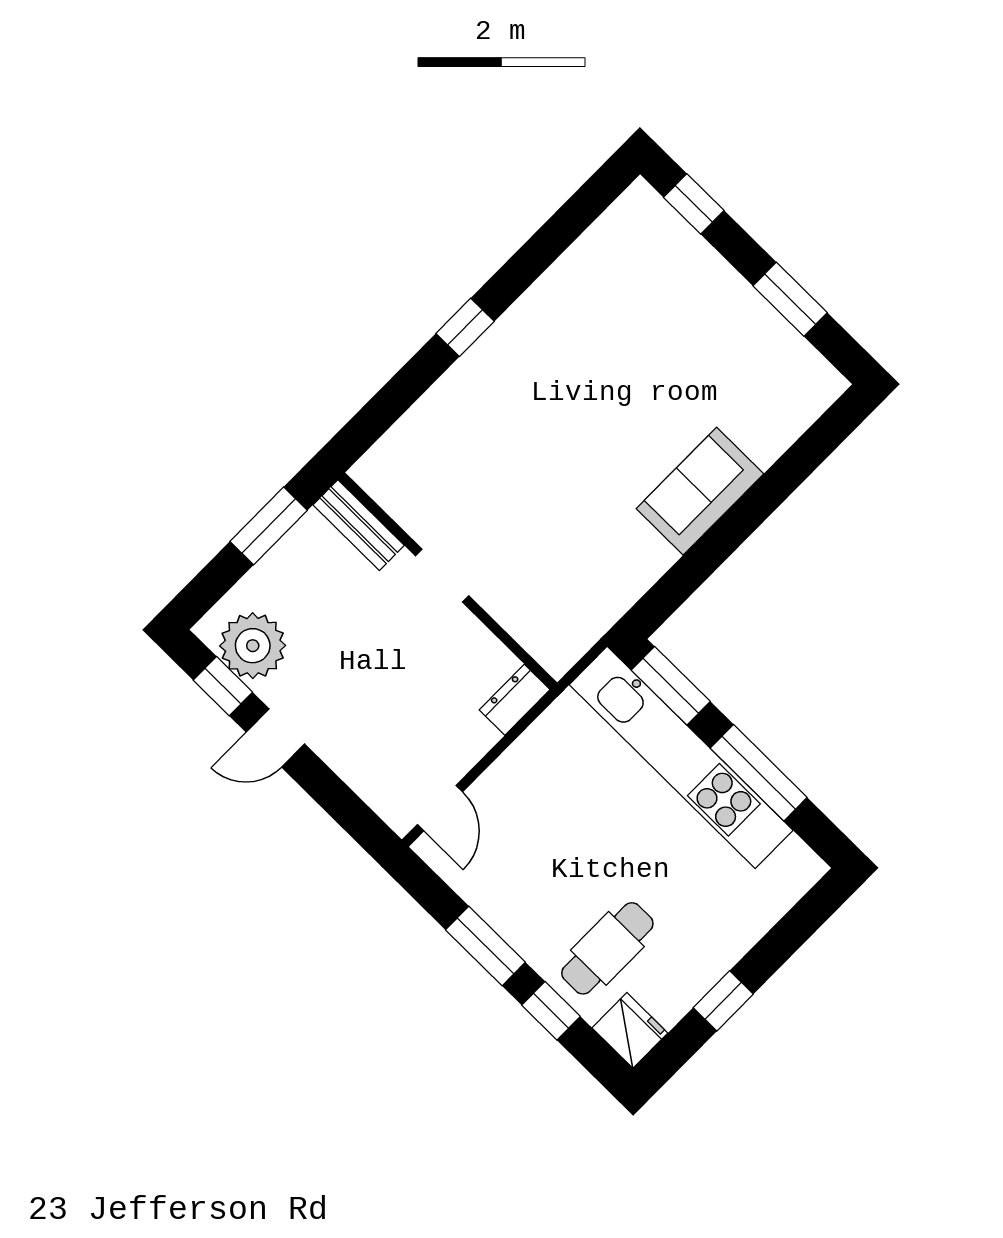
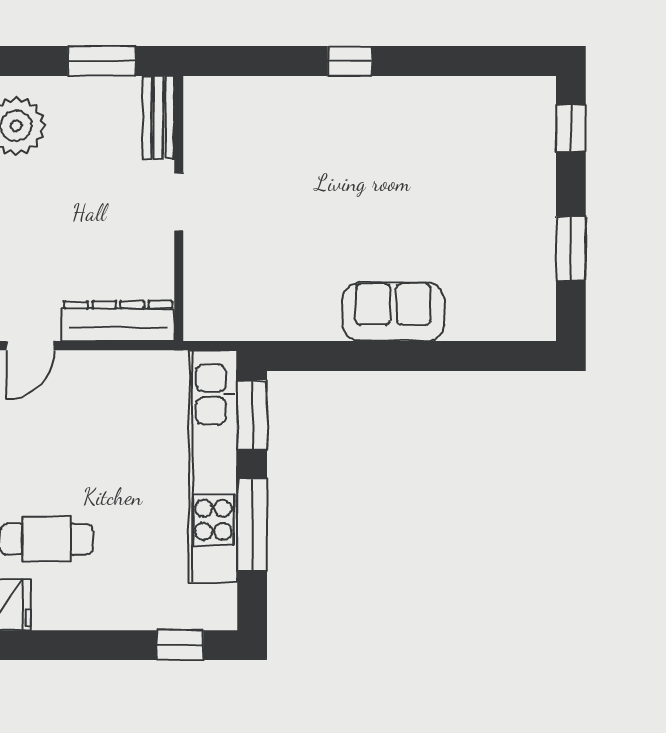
dresser: (515, 700) -> (118, 321), width x1.96, depth x1.24
window: (723, 1001) -> (180, 645), moved

